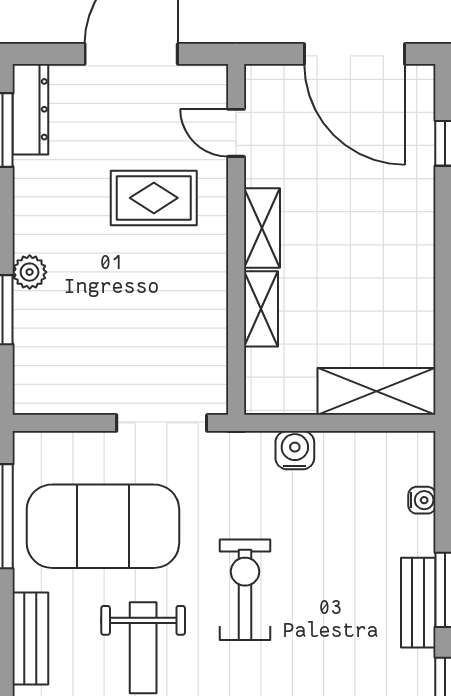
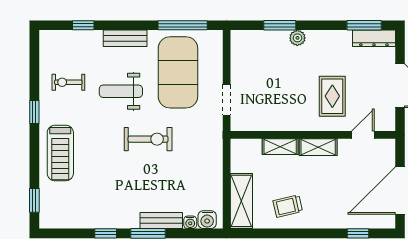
trolley: (388, 293) -> (288, 206), added
doorway: (162, 423) -> (227, 100), width x0.73
water cooler: (295, 450) -> (207, 220), moved, turned 90
bench: (418, 603) -> (161, 221), moved

